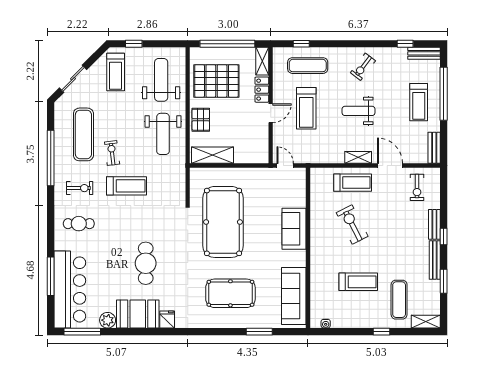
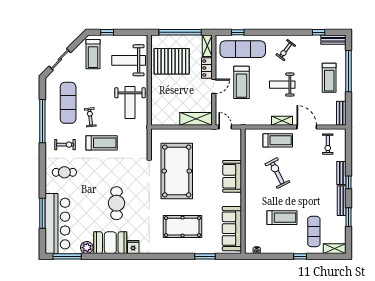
exercise mat: (308, 66) -> (243, 49), width x1.36, depth x1.45
weight bench: (161, 80) -> (129, 60), turned -90
pallet: (201, 120) -> (159, 91), removed
shelving: (213, 155) -> (196, 119), moved

